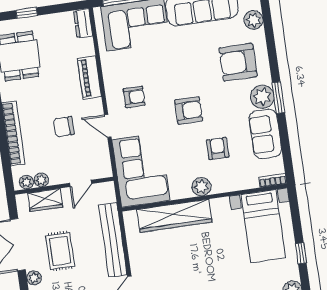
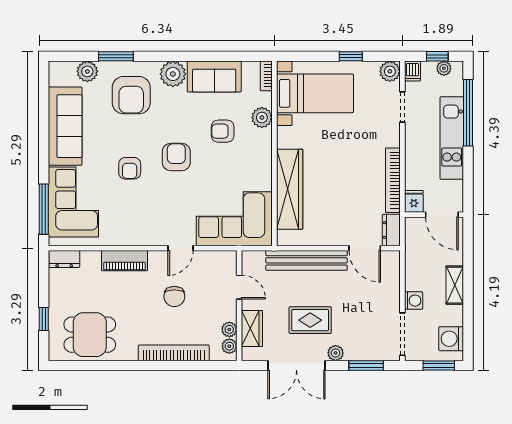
armchair: (134, 97) -> (130, 168), moved, turned 180
window: (278, 98) -> (116, 56), moved
plant: (201, 187) -> (262, 118), moved

